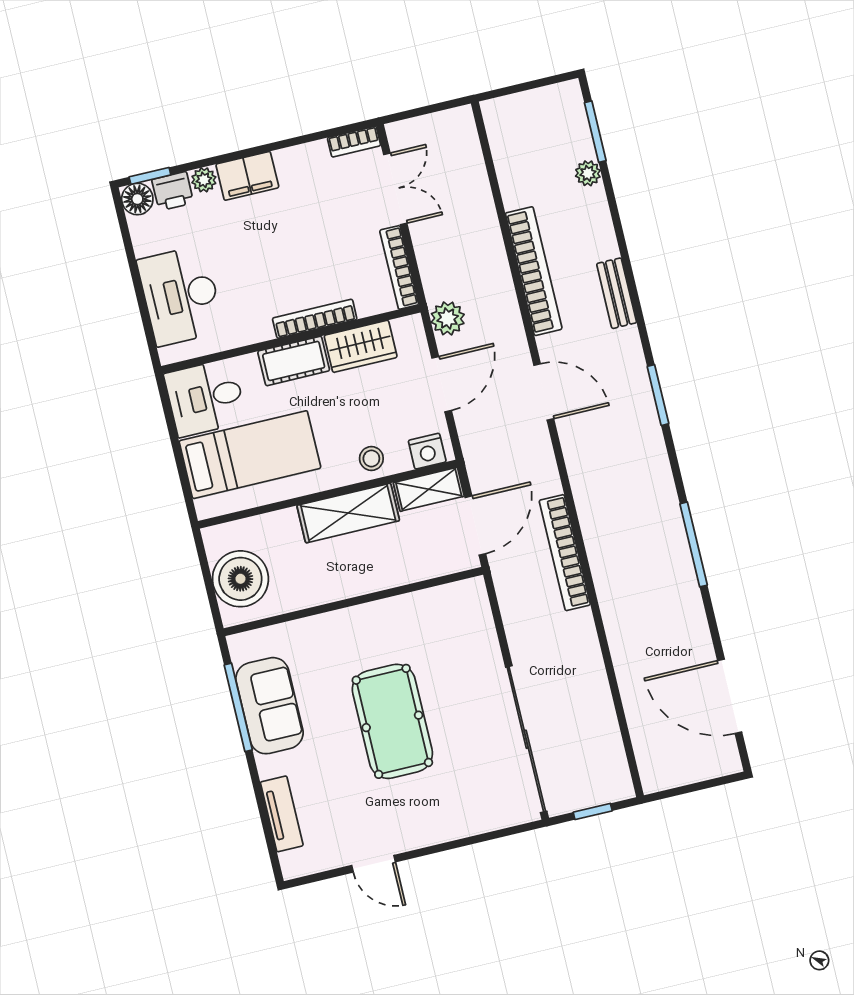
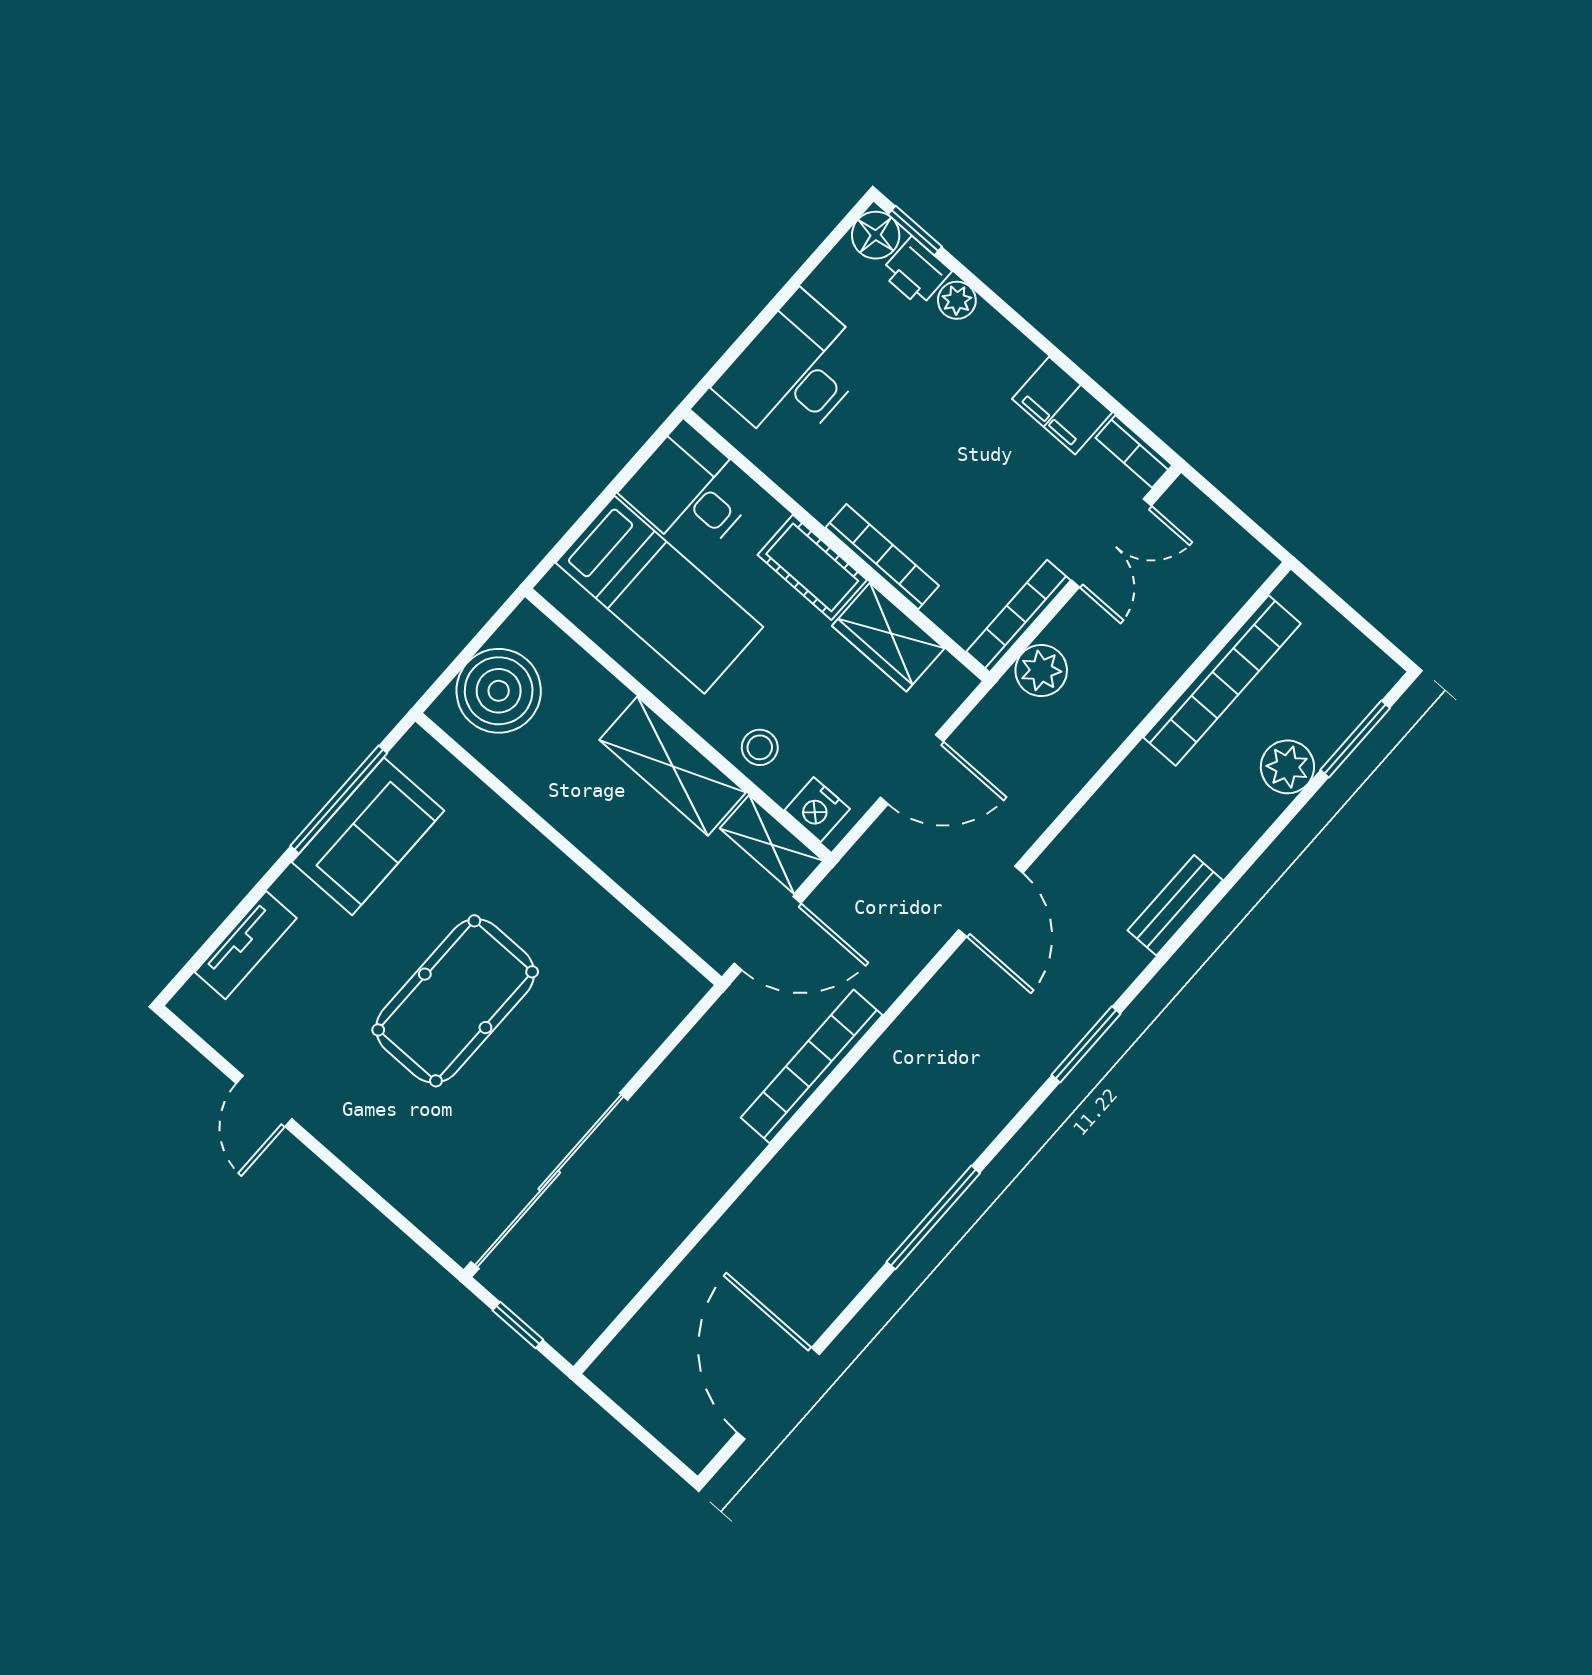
plant: (588, 173) -> (1287, 767), width x1.38, depth x1.38
filing cabinet: (247, 176) -> (1062, 406), moved
bookcase: (534, 271) -> (1222, 680), moved
plant: (448, 318) -> (1041, 670), moved

